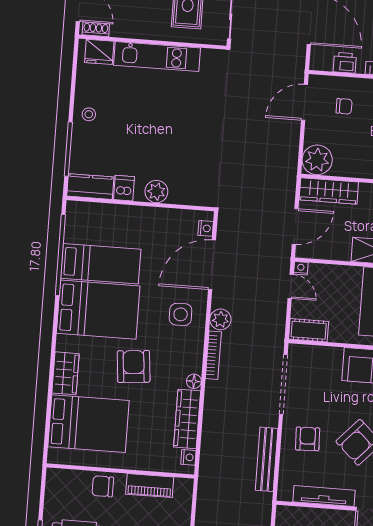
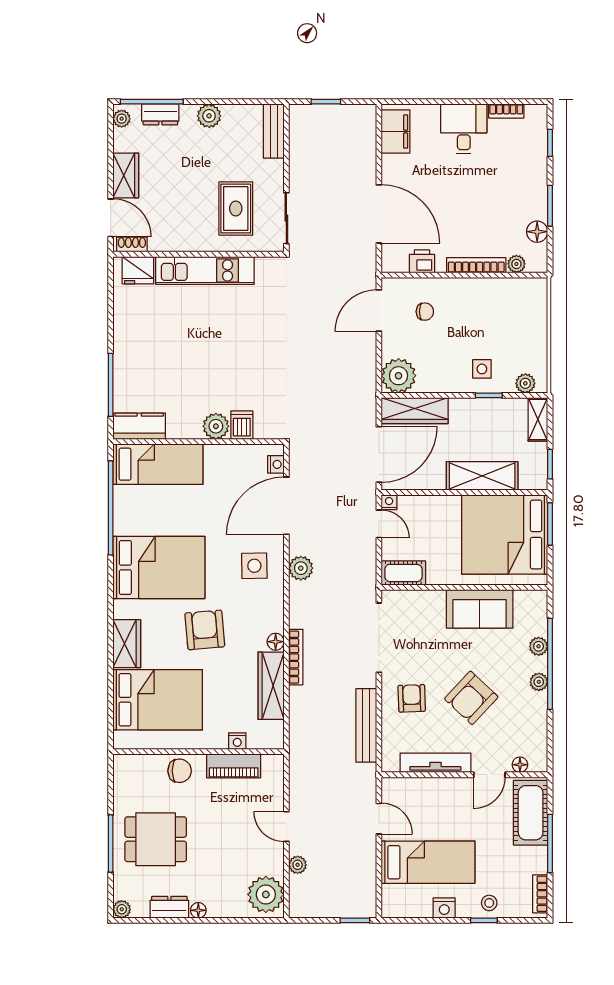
stool: (89, 114) -> (131, 343), removed
dishwasher: (124, 188) -> (242, 425), moved
door: (295, 226) -> (379, 454), width x1.36
bed: (101, 264) -> (158, 464), moved
bookcase: (213, 355) -> (296, 657), moved
nightstand: (188, 457) -> (237, 741), moved, turned 90
chair: (103, 486) -> (180, 771), turned 180

